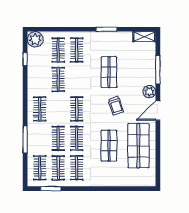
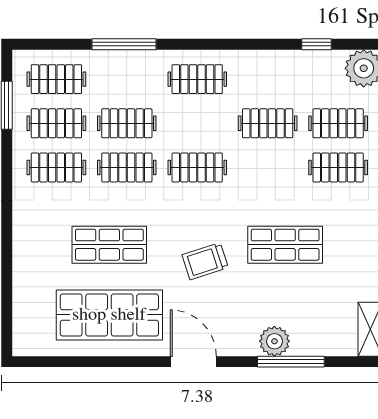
plant: (149, 92) -> (274, 341), moved

